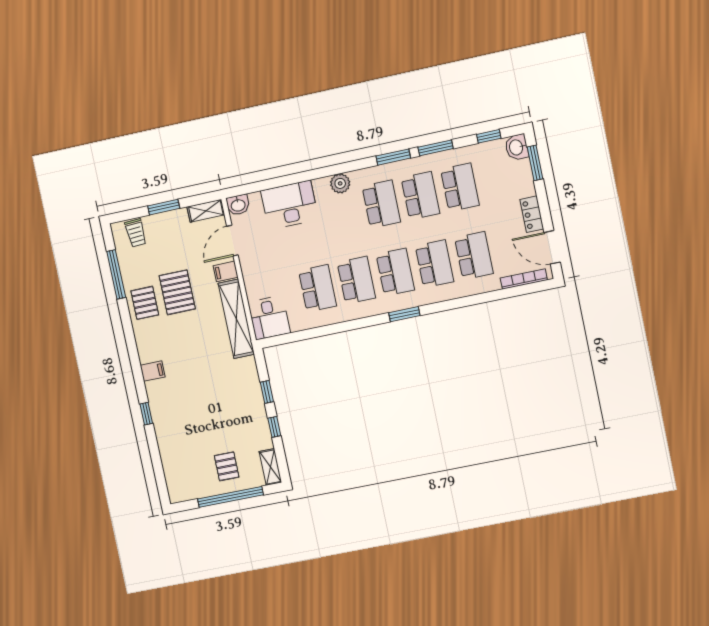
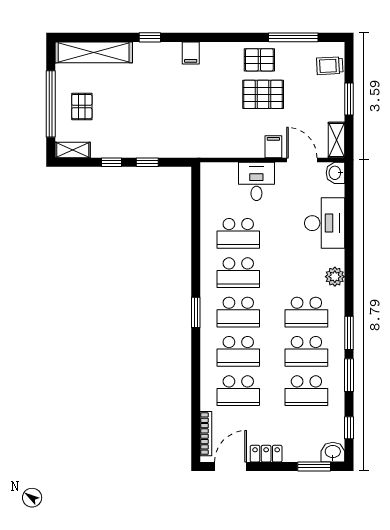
desk: (269, 318) -> (256, 181), moved, turned 90
shelving: (236, 319) -> (94, 52), moved
pallet: (227, 466) -> (82, 107), turned 90

